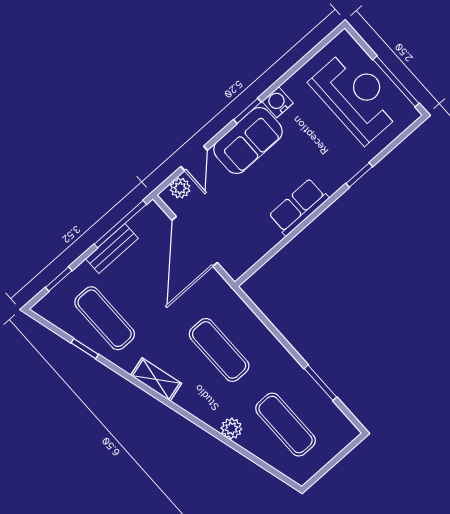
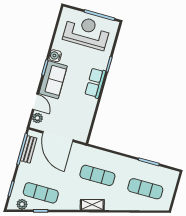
row of seats: (299, 207) -> (95, 83), moved
bench: (112, 248) -> (29, 149), moved
shelving: (156, 379) -> (92, 205), moved
plant: (231, 428) -> (22, 204), moved

